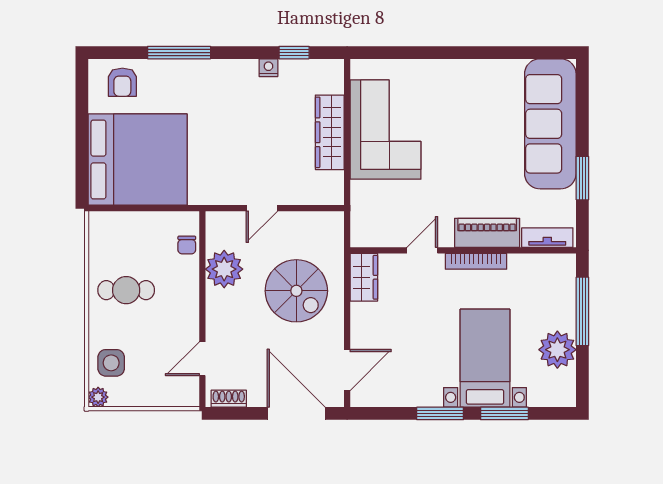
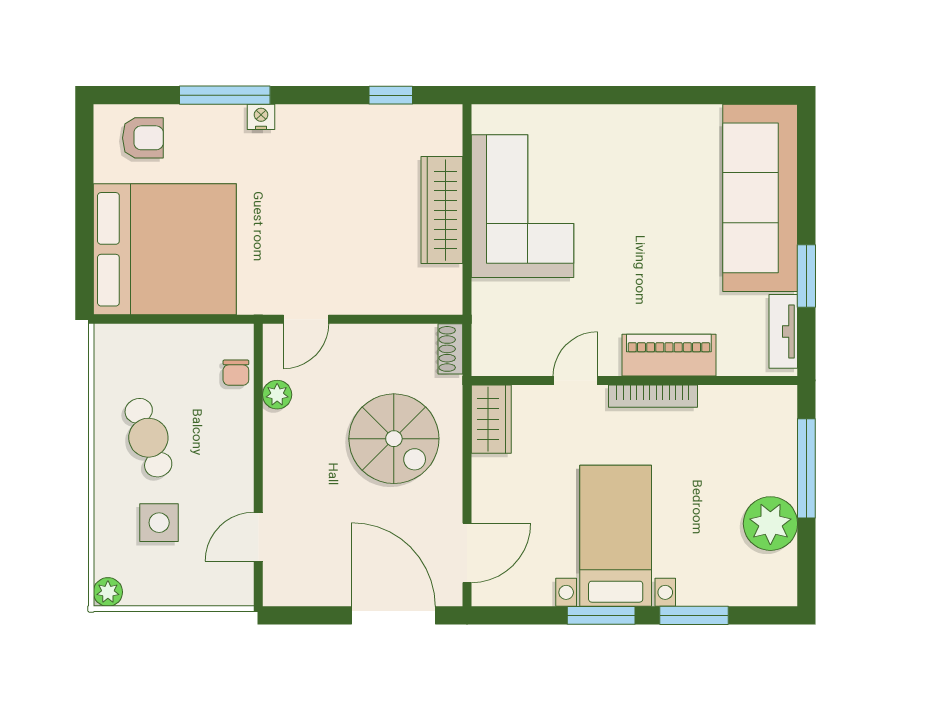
nightstand: (268, 68) -> (261, 117), moved
armchair: (122, 82) -> (143, 138), turned -90
door: (262, 208) -> (306, 319), moved
tv unit: (547, 238) -> (783, 331), moved, turned -90
plant: (224, 269) -> (277, 395), width x0.53, depth x0.53
cafe table: (126, 290) -> (148, 438), turned 70
bed with nightstands: (485, 358) -> (616, 536), moved
side table: (111, 363) -> (159, 523), moved
shoe rack: (229, 399) -> (450, 349), moved, turned -90

